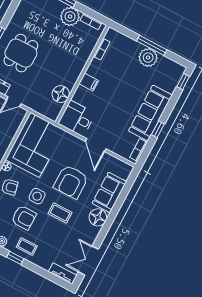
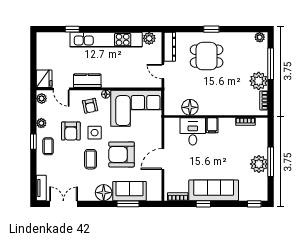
desk: (77, 118) -> (193, 131), moved
window: (120, 200) -> (128, 204), added

